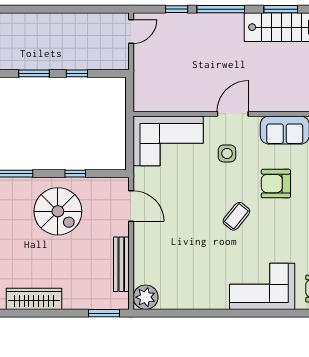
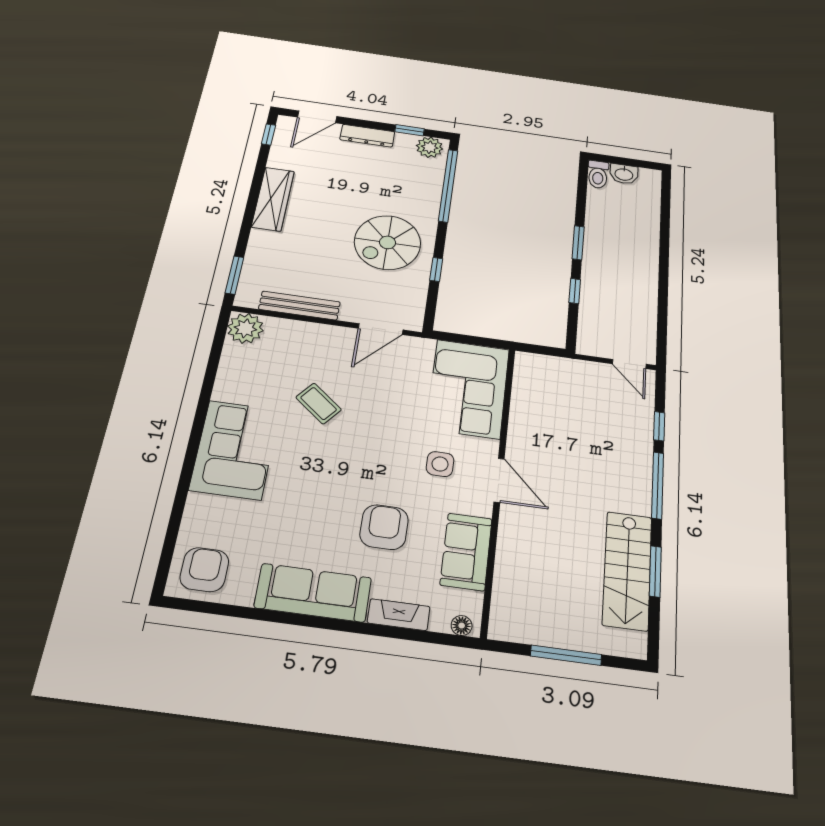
coffee table: (236, 216) -> (319, 404), moved
corner sofa: (262, 286) -> (235, 450), moved

